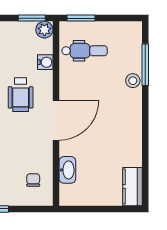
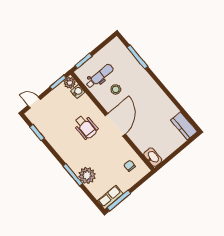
water cooler: (45, 62) -> (78, 91), moved
stool: (133, 81) -> (116, 89), moved
washbasin: (67, 170) -> (153, 157), moved

